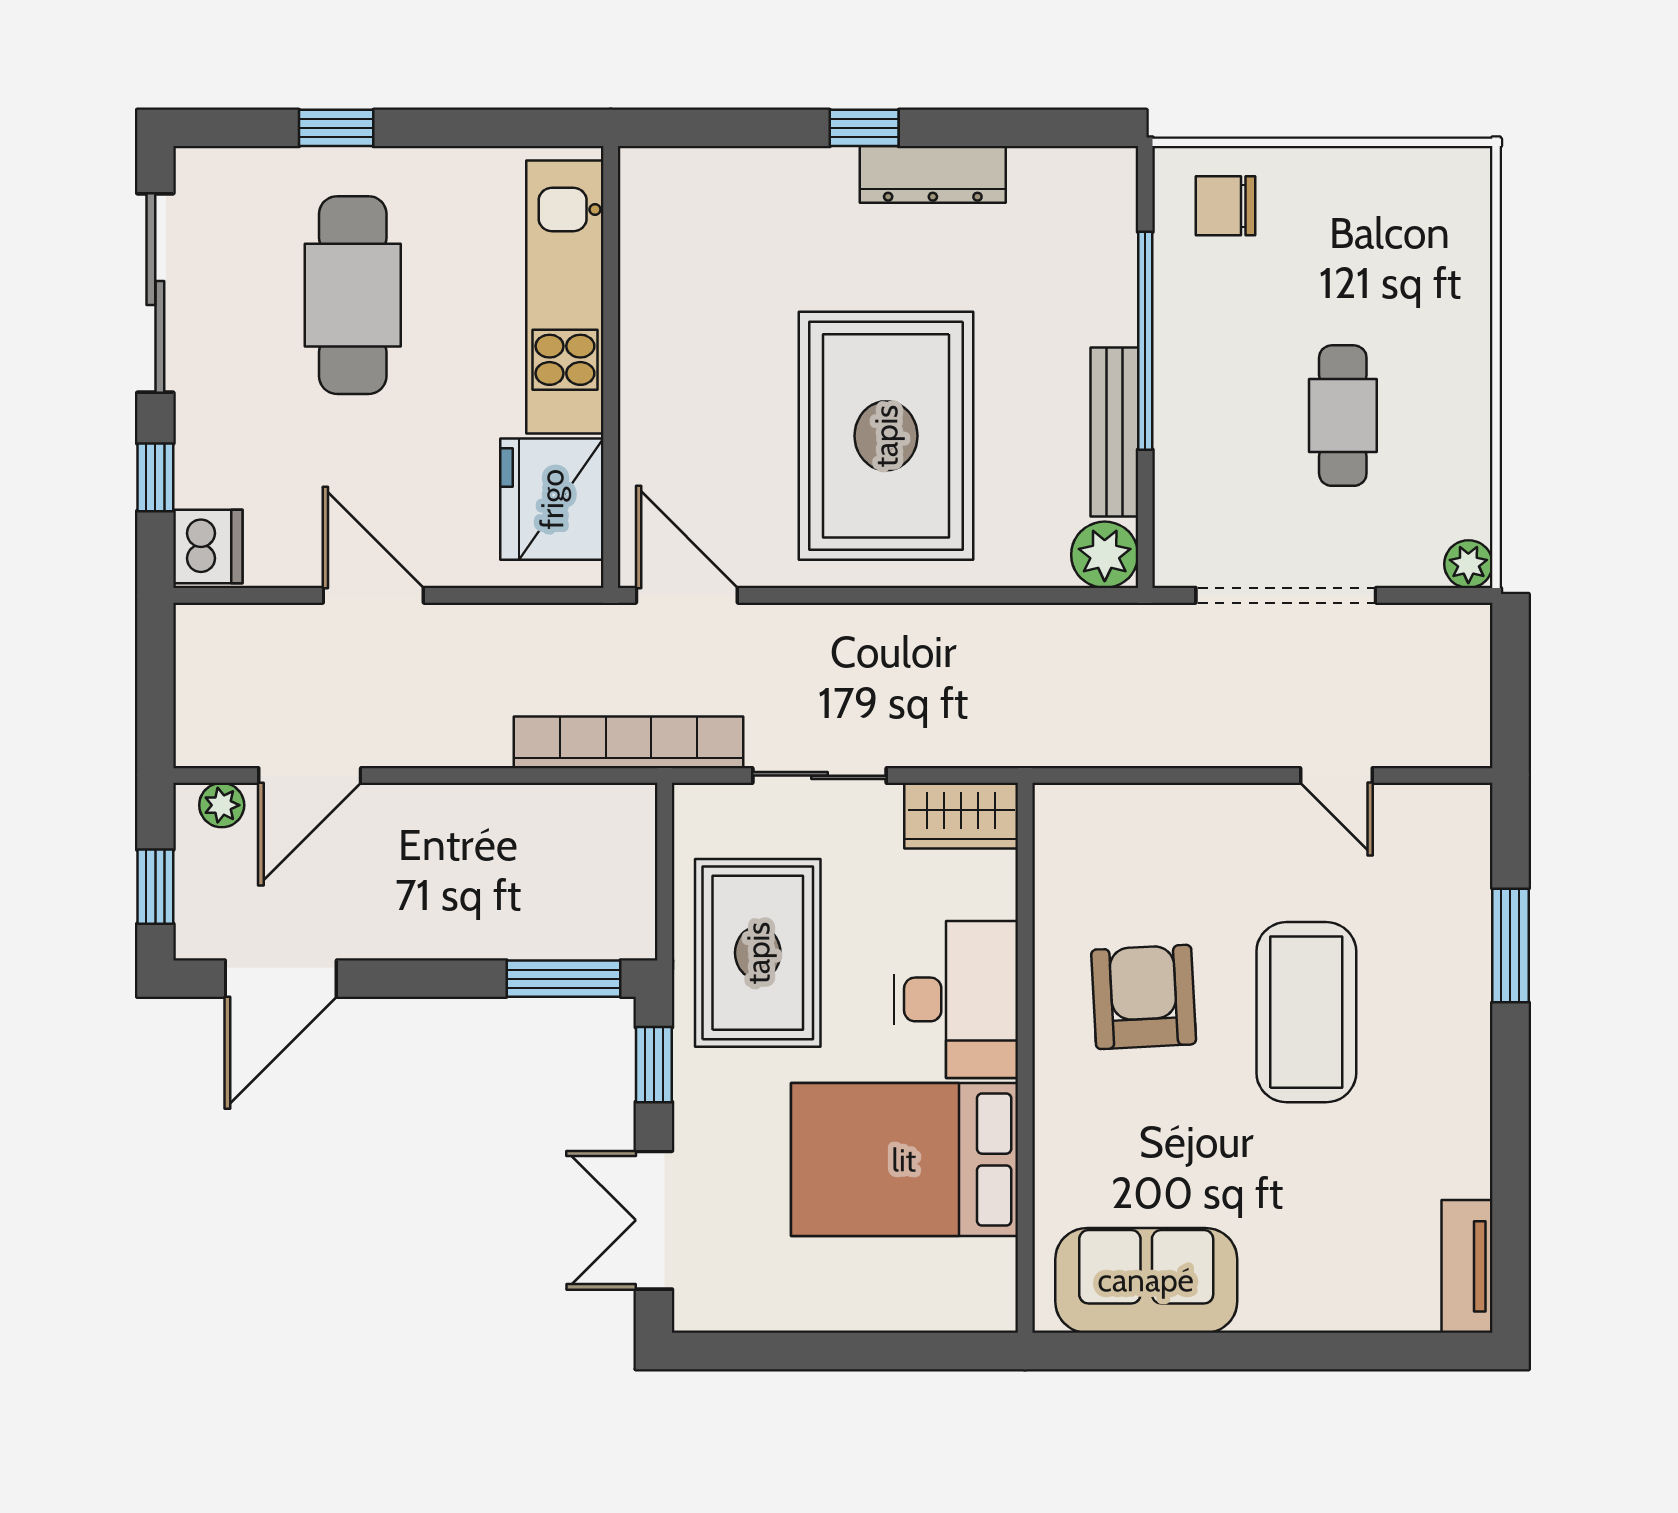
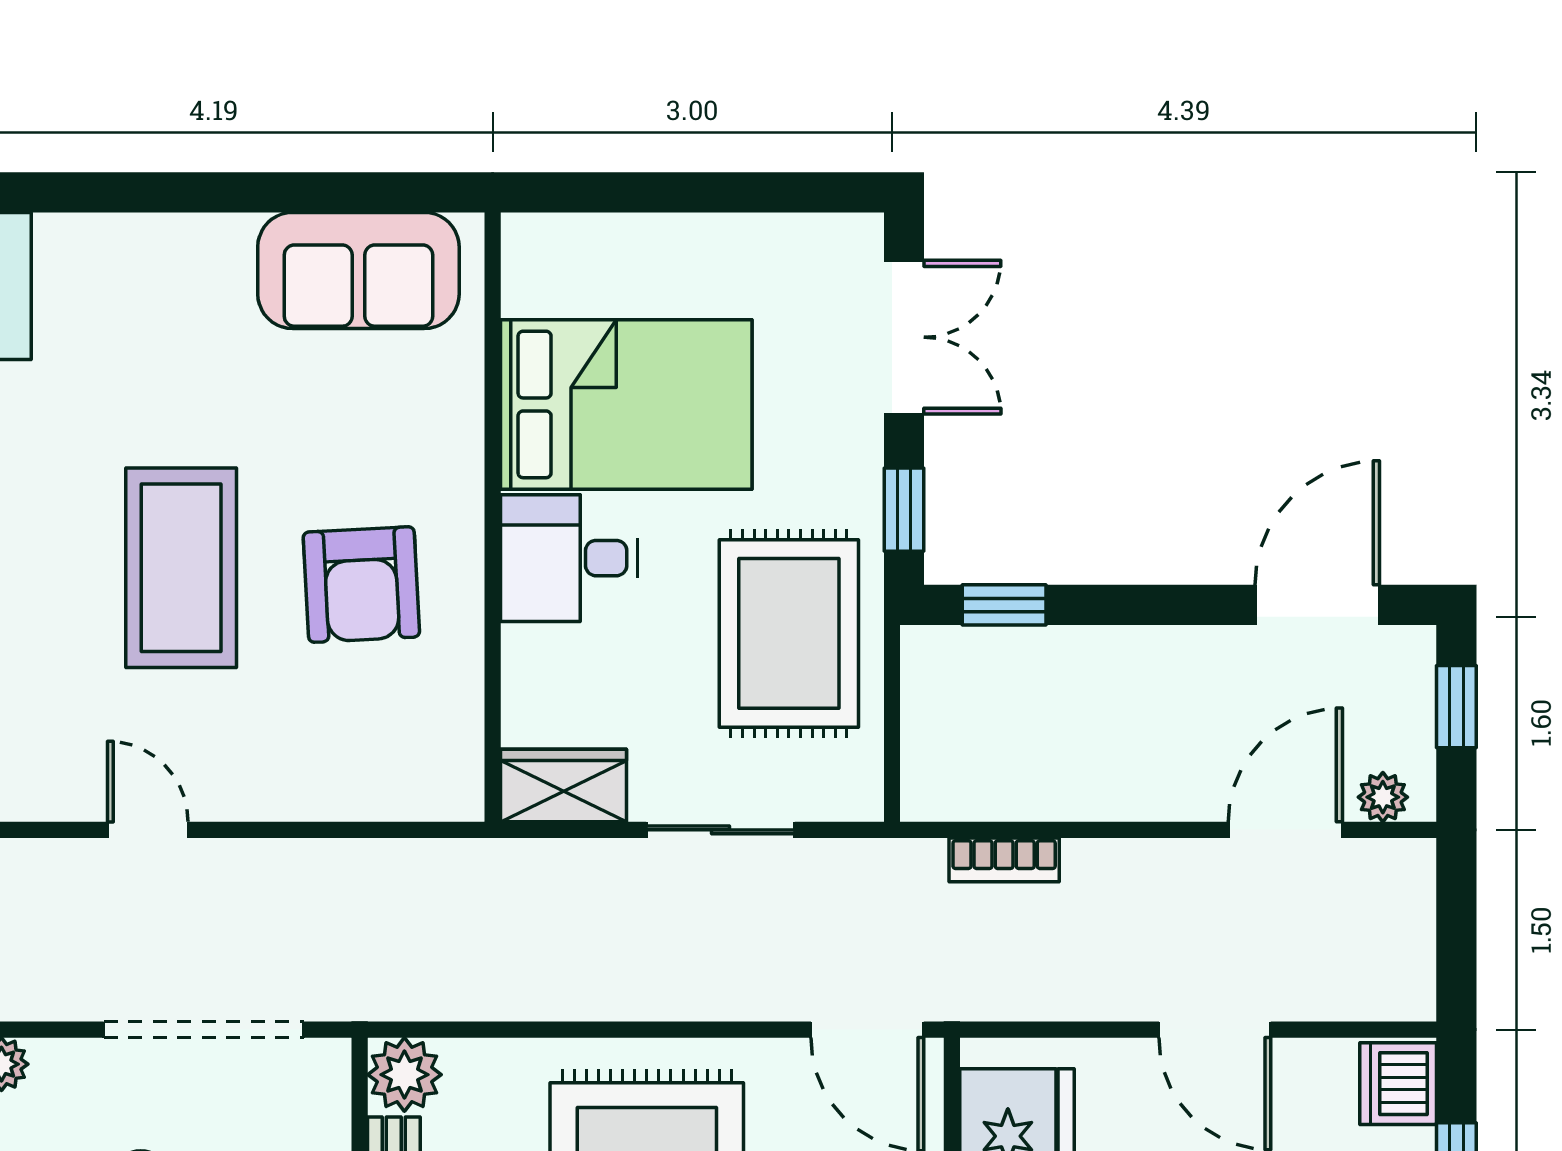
bookcase: (629, 742) -> (1004, 860), width x0.43, depth x0.76
window: (563, 979) -> (1004, 605), width x0.67
desk: (956, 999) -> (569, 558), width x0.73

